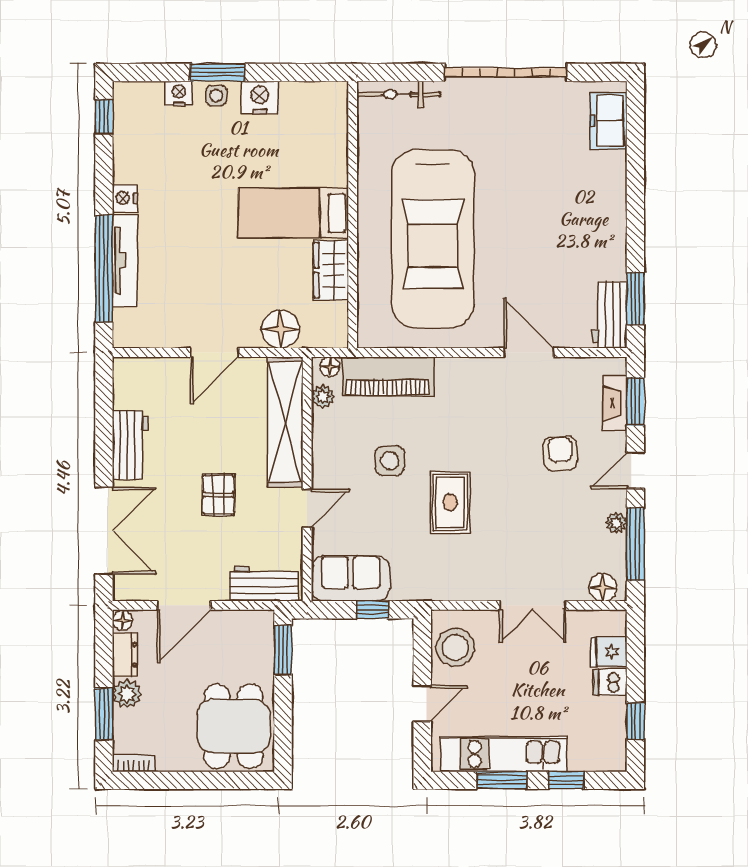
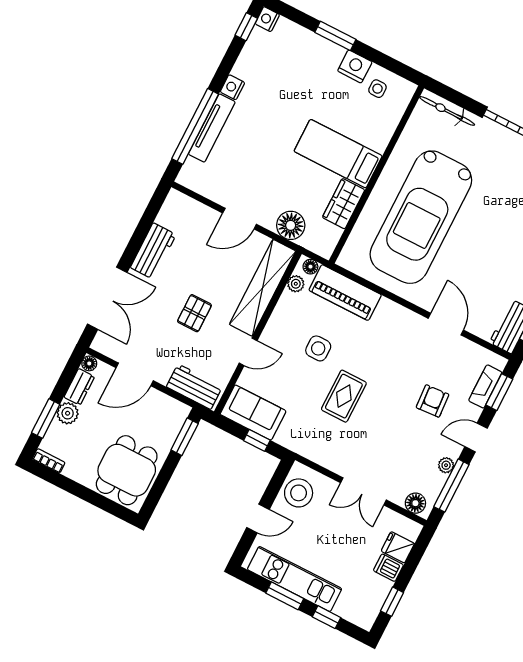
nightstand: (179, 93) -> (267, 19), moved, turned -90
side table: (216, 96) -> (377, 89), moved

